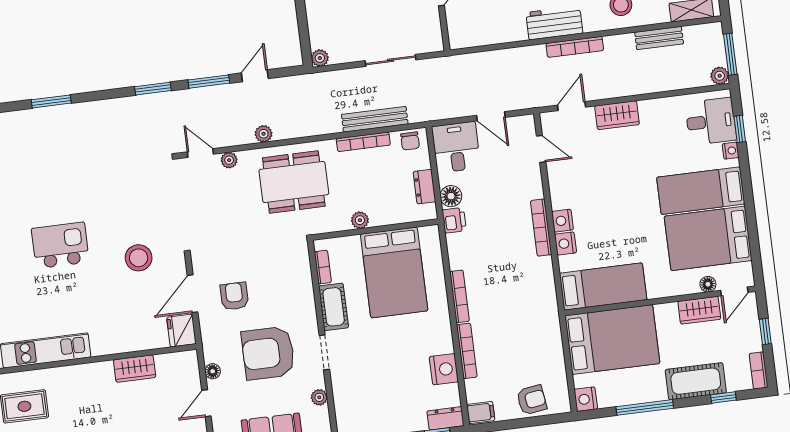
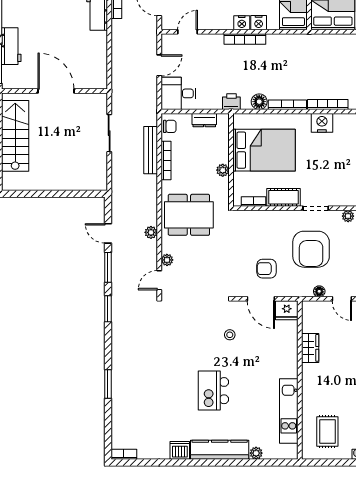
plant: (320, 58) -> (101, 184), removed
dining table: (294, 182) -> (189, 215), turned 90
floor lamp: (451, 196) -> (259, 102), moved
stool: (139, 258) -> (230, 335), width x0.53, depth x0.53
nightstand: (444, 369) -> (322, 123), moved

